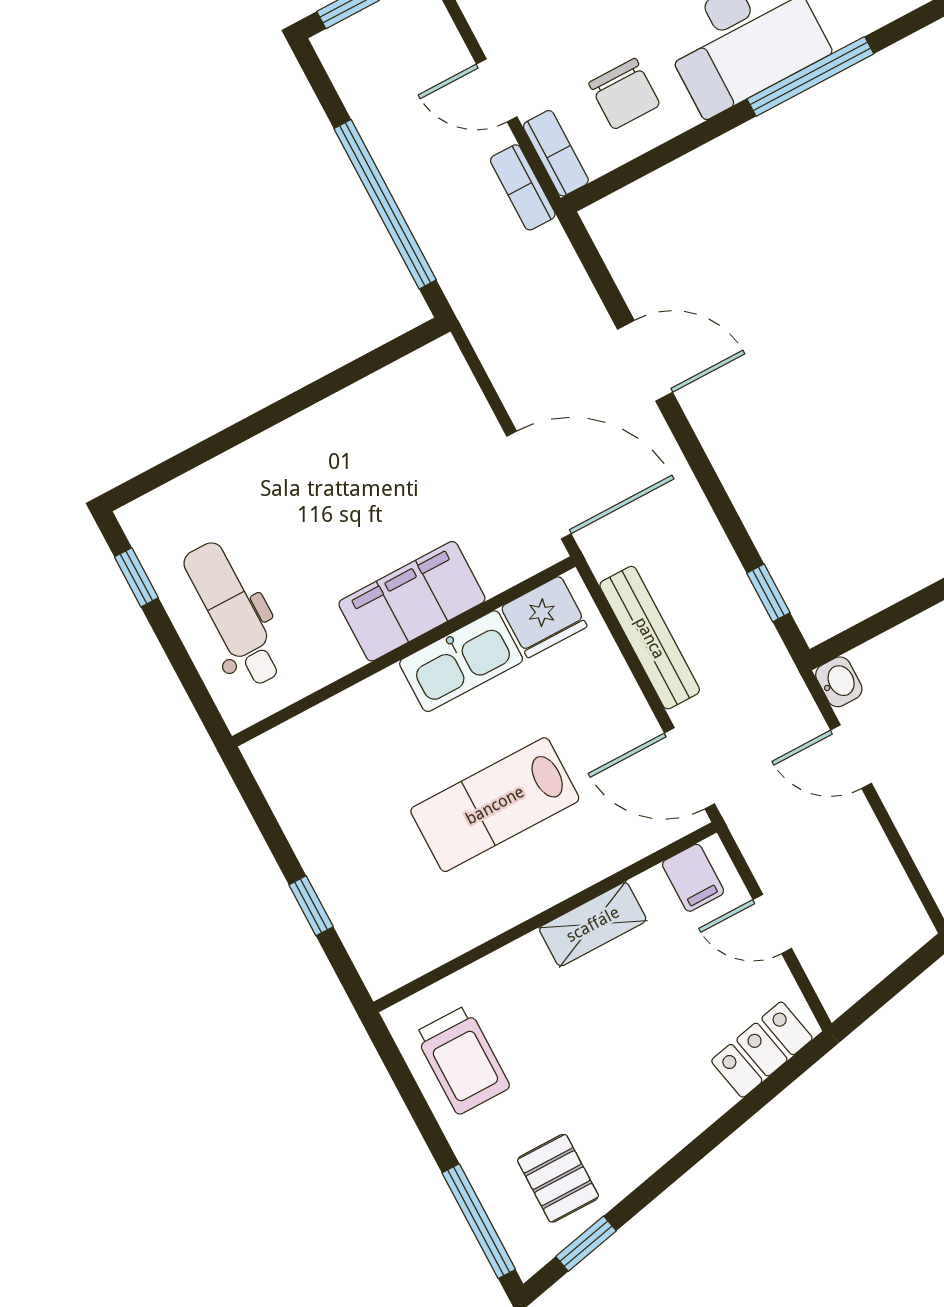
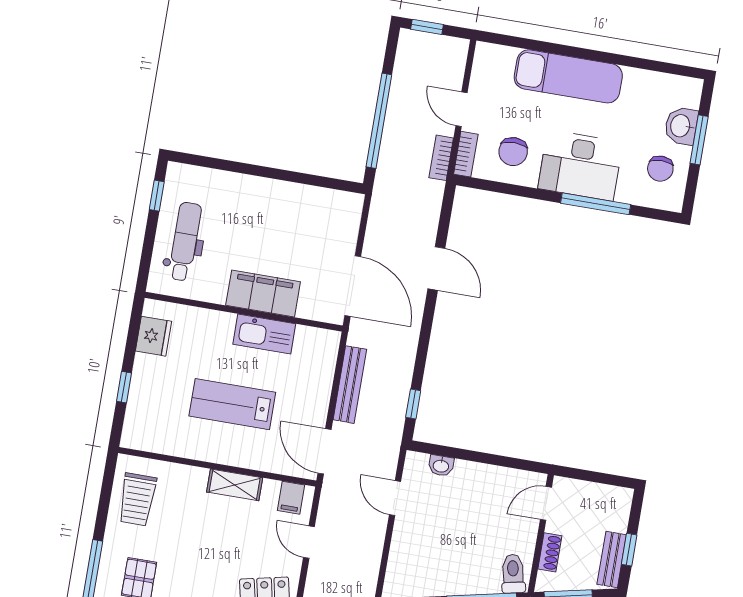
fridge: (544, 617) -> (153, 336), moved, turned -90
washbasin: (839, 682) -> (441, 466), moved, turned 90

